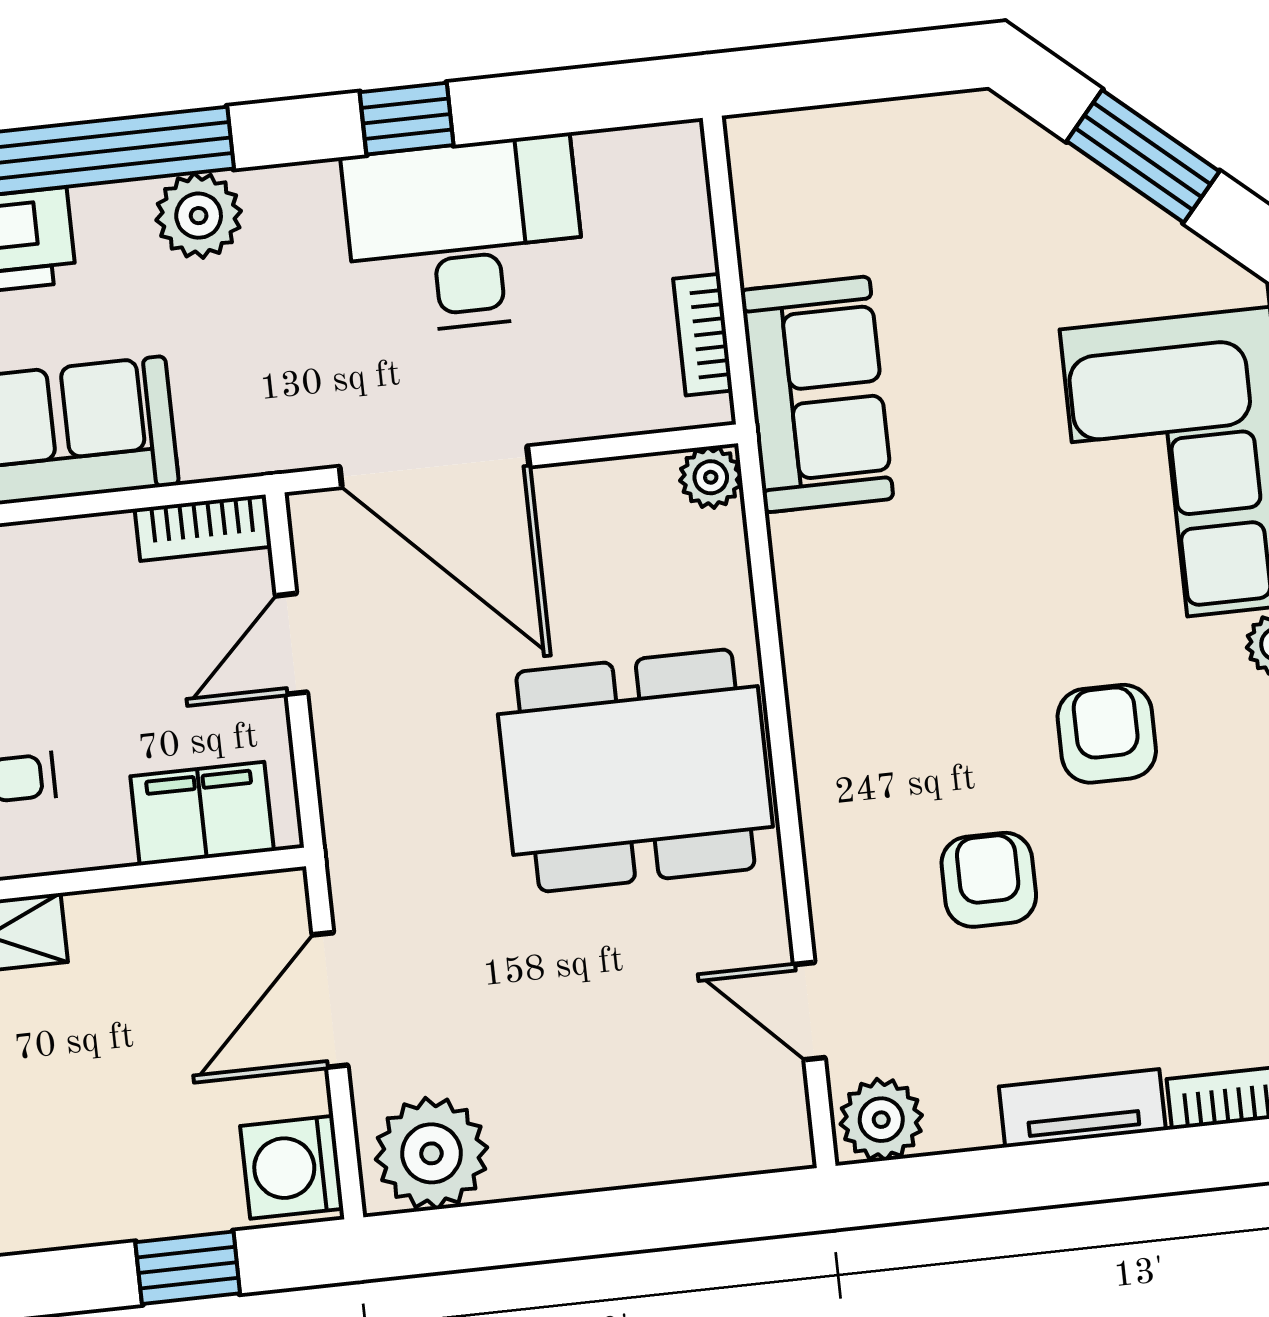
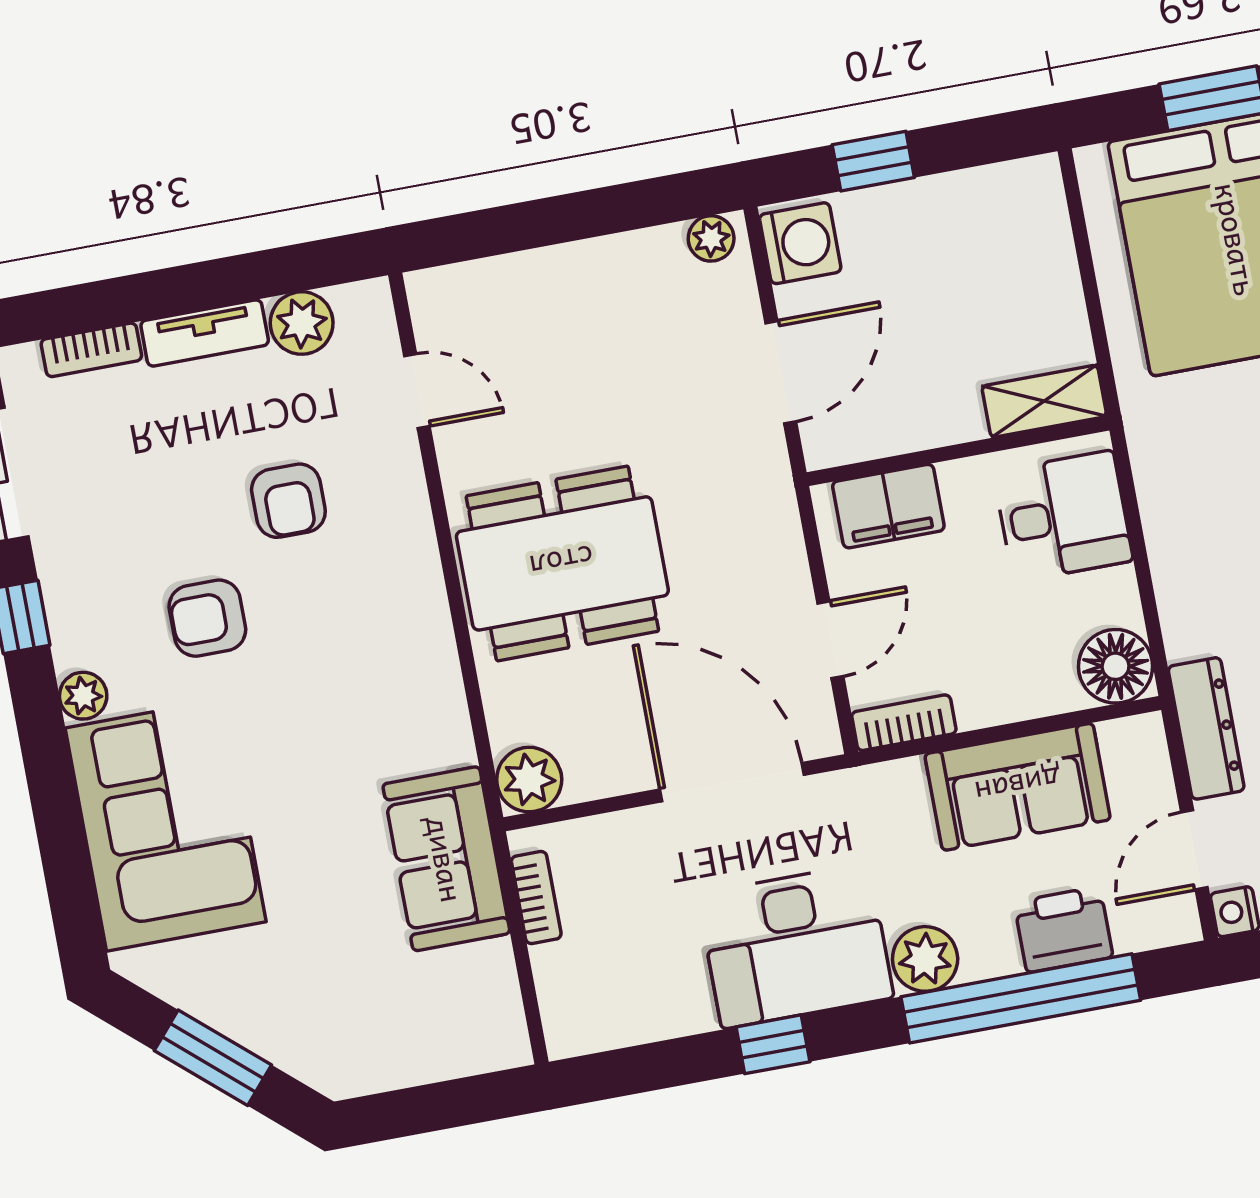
desk: (465, 235) -> (796, 946), moved
plant: (711, 477) -> (529, 780), width x1.38, depth x1.38
armchair: (1107, 734) -> (207, 618), turned 90
plant: (881, 1120) -> (302, 323), moved
plant: (431, 1153) -> (711, 238), width x0.53, depth x0.53

